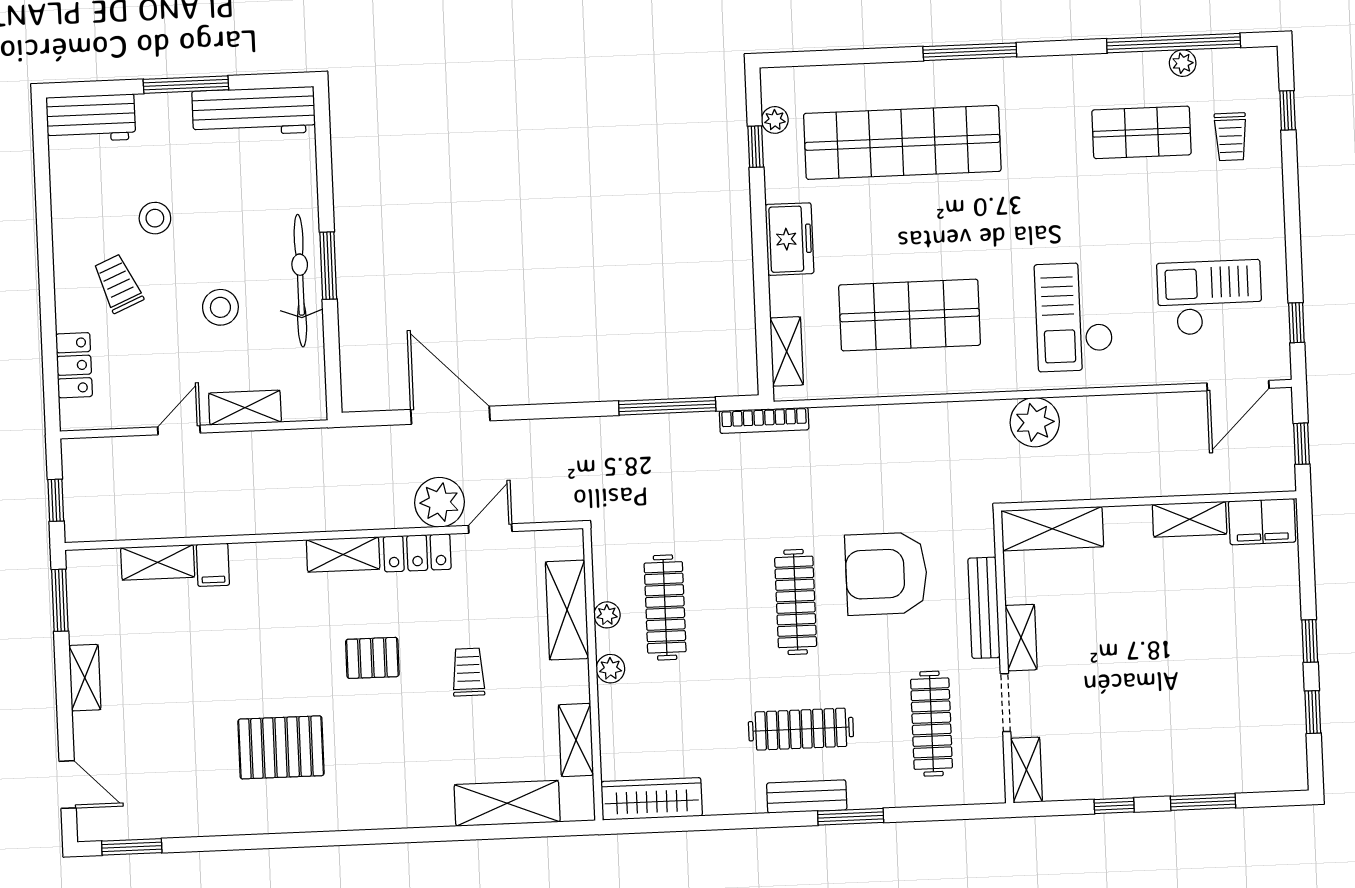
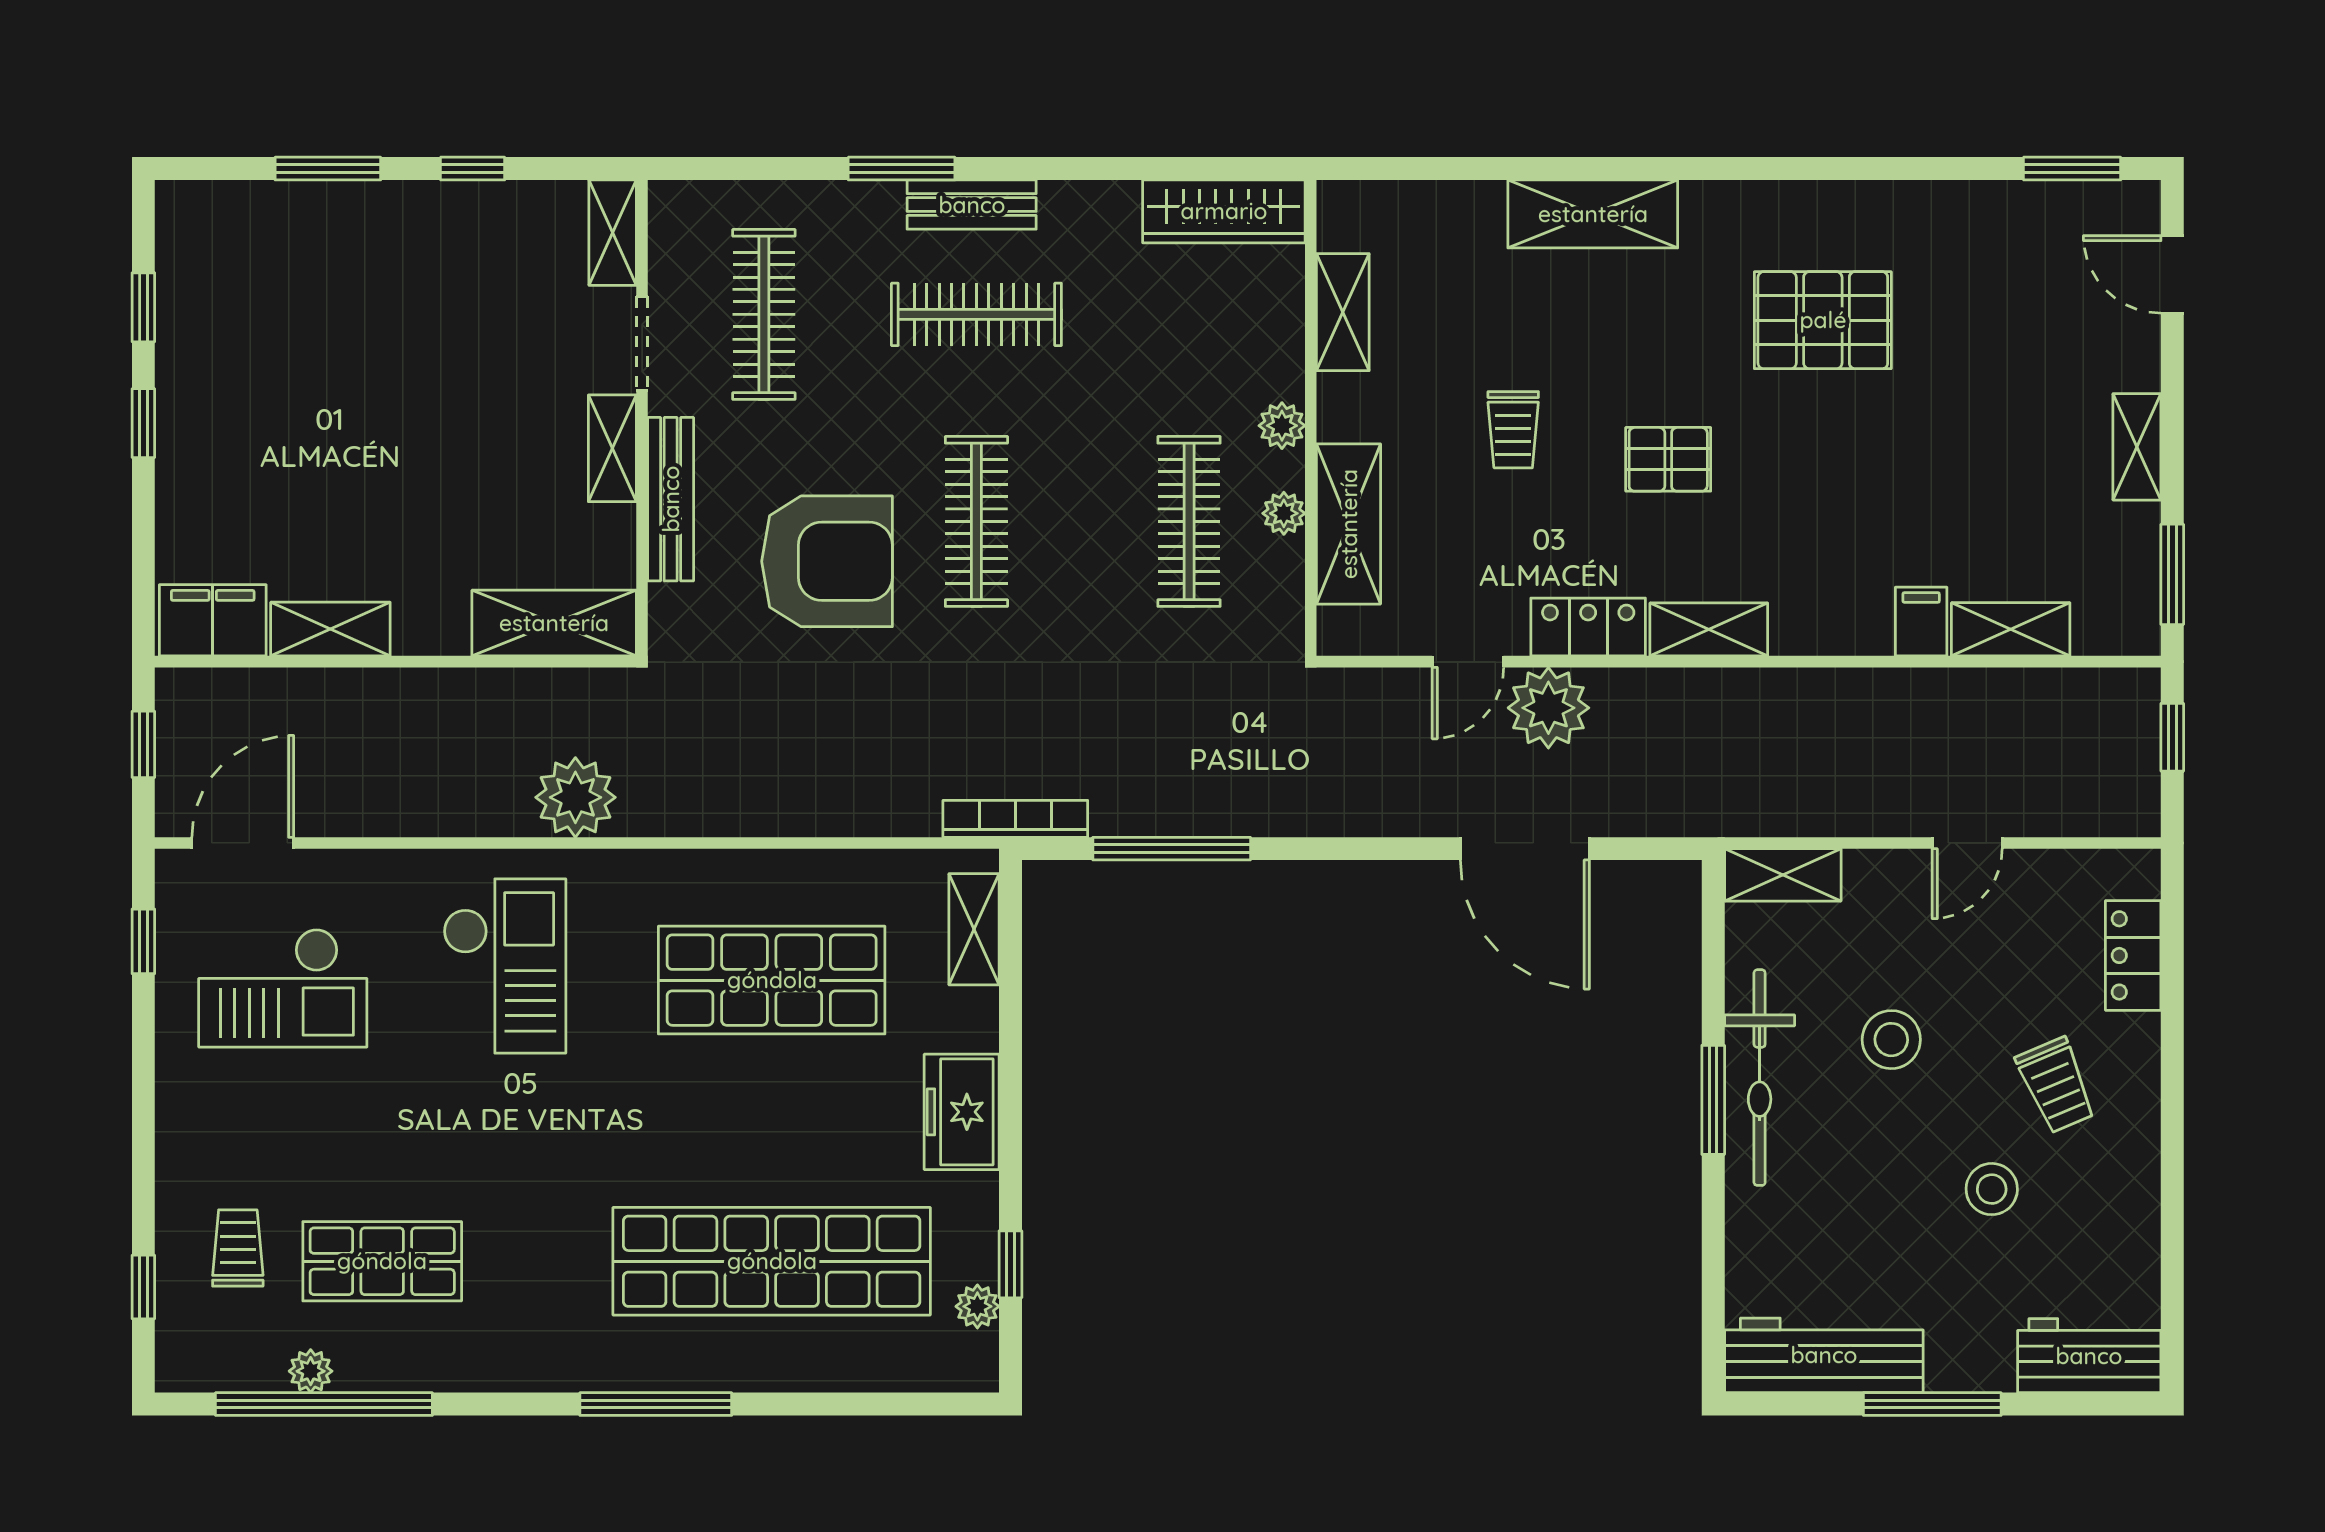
shelving: (245, 408) -> (1783, 875), moved
shelving: (507, 803) -> (1593, 214), moved

